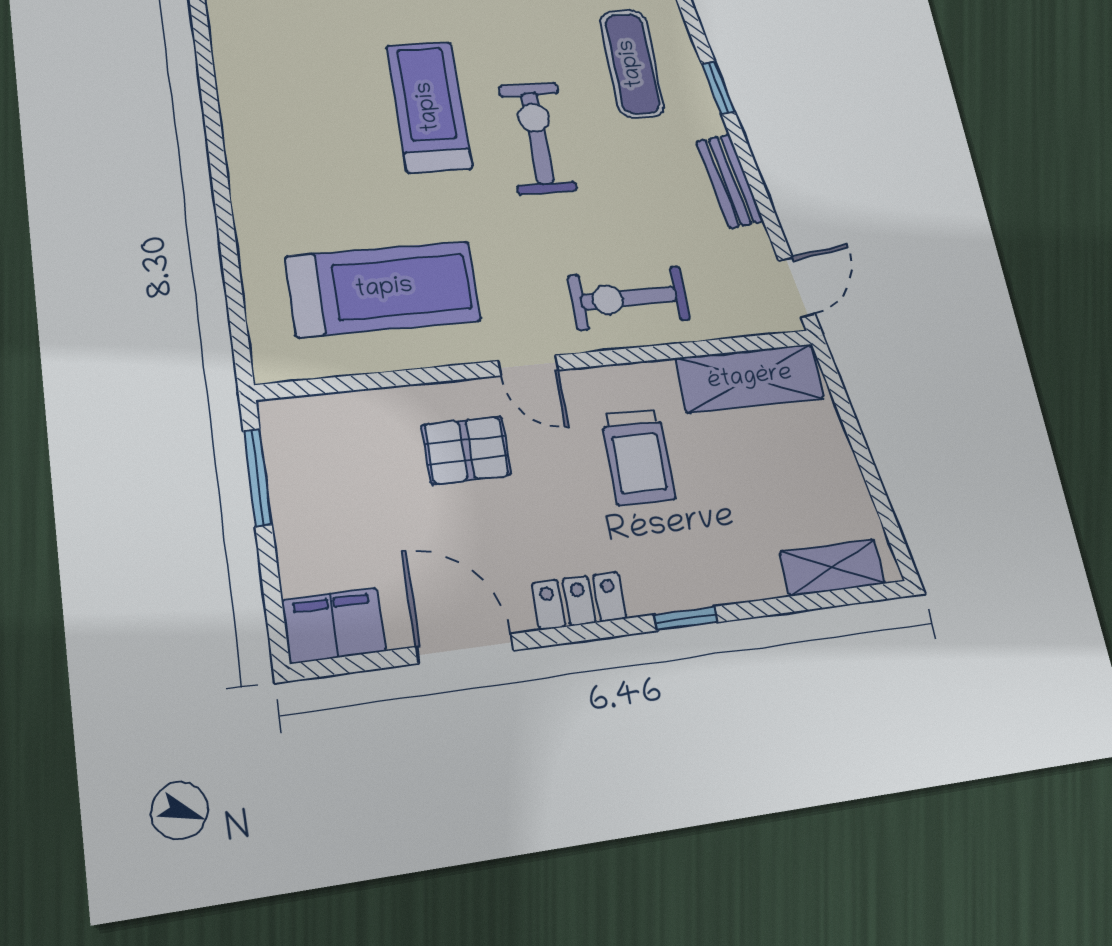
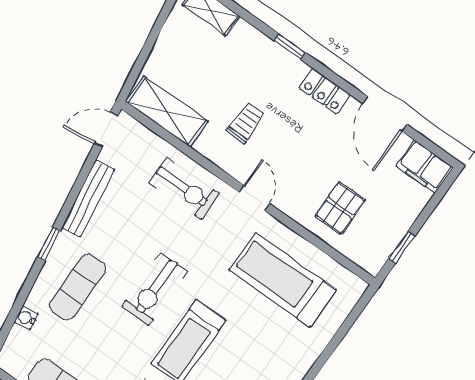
bench: (730, 181) -> (88, 199), width x1.36
pallet: (466, 450) -> (340, 208), moved, turned 90
trolley: (638, 457) -> (246, 123), width x0.73, depth x0.72
window: (258, 478) -> (402, 247), width x0.67

